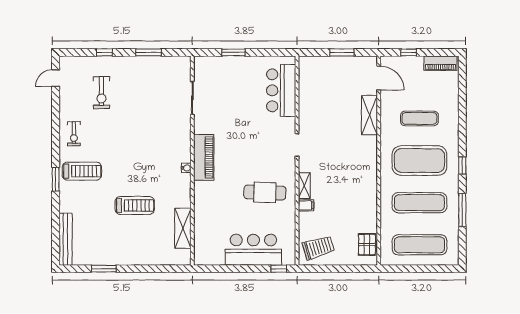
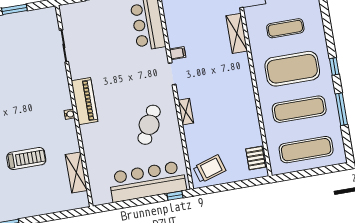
cafe table: (265, 192) -> (149, 125), turned -65
filing cabinet: (306, 205) -> (178, 53), moved
bar counter: (253, 250) -> (147, 182), width x1.36

